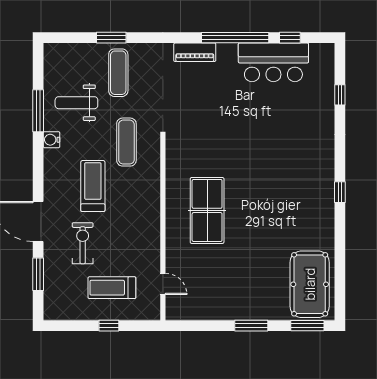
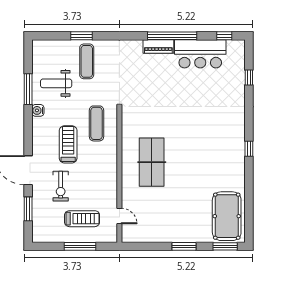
window: (290, 38) -> (224, 36), moved
piano: (195, 52) -> (158, 46), moved
exercise mat: (126, 142) -> (96, 123), moved
exercise bike: (83, 243) -> (61, 186), turned 180
treadmill: (112, 288) -> (82, 219), turned 180
window: (109, 326) -> (80, 246), width x2.17

